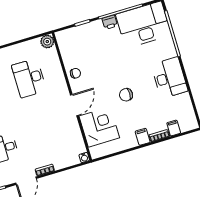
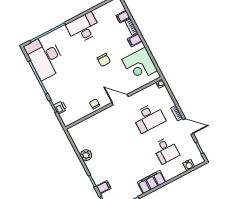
printer: (110, 22) -> (60, 107), moved
plant: (47, 42) -> (86, 155), moved
desk: (29, 78) -> (149, 118), moved
corner desk: (99, 127) -> (140, 65), moved, turned -90

